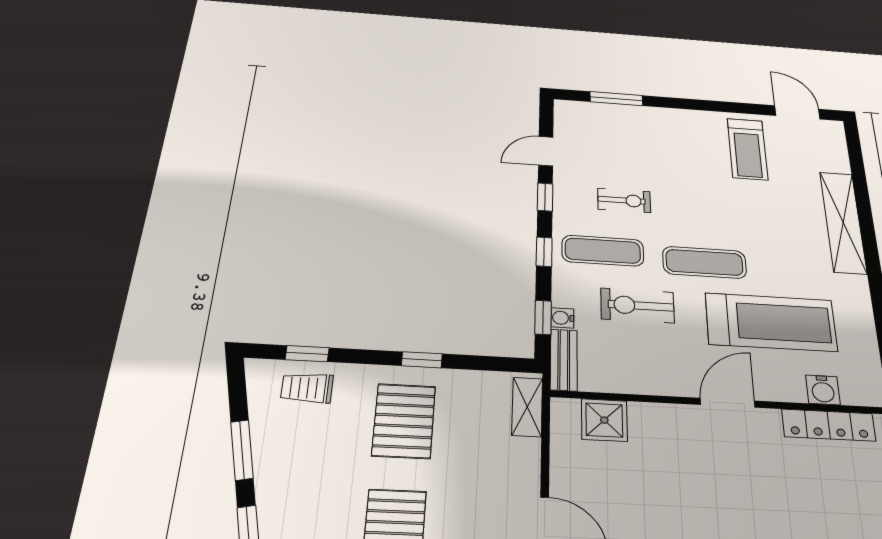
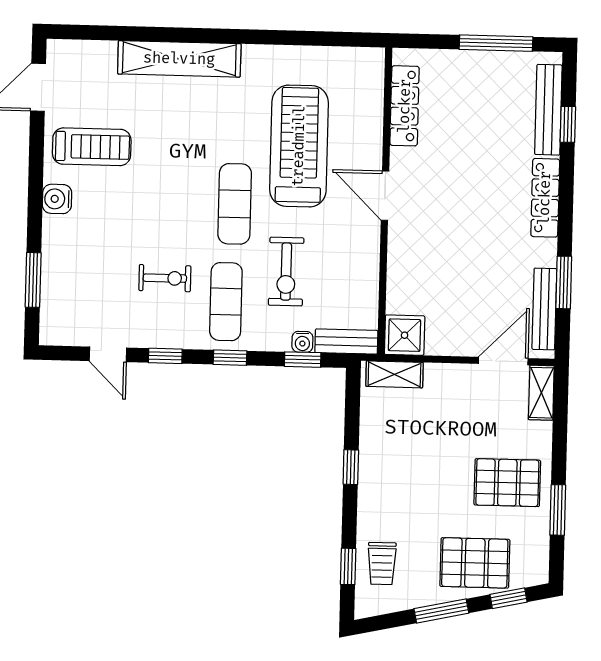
exercise bike: (624, 200) -> (165, 278), turned 90
water cooler: (823, 390) -> (57, 199), moved, turned 180
shower: (604, 420) -> (405, 335), moved
pallet: (404, 421) -> (475, 563), moved

